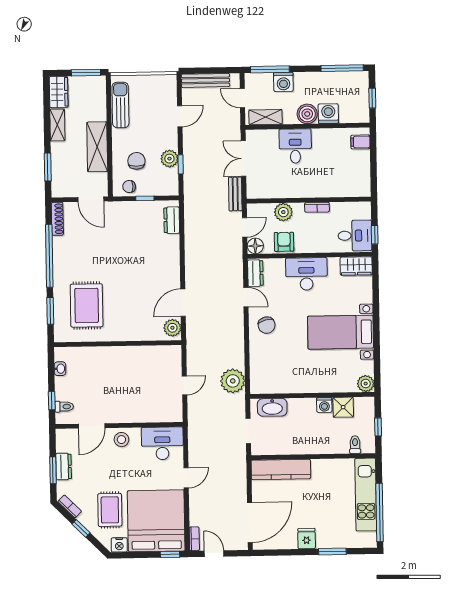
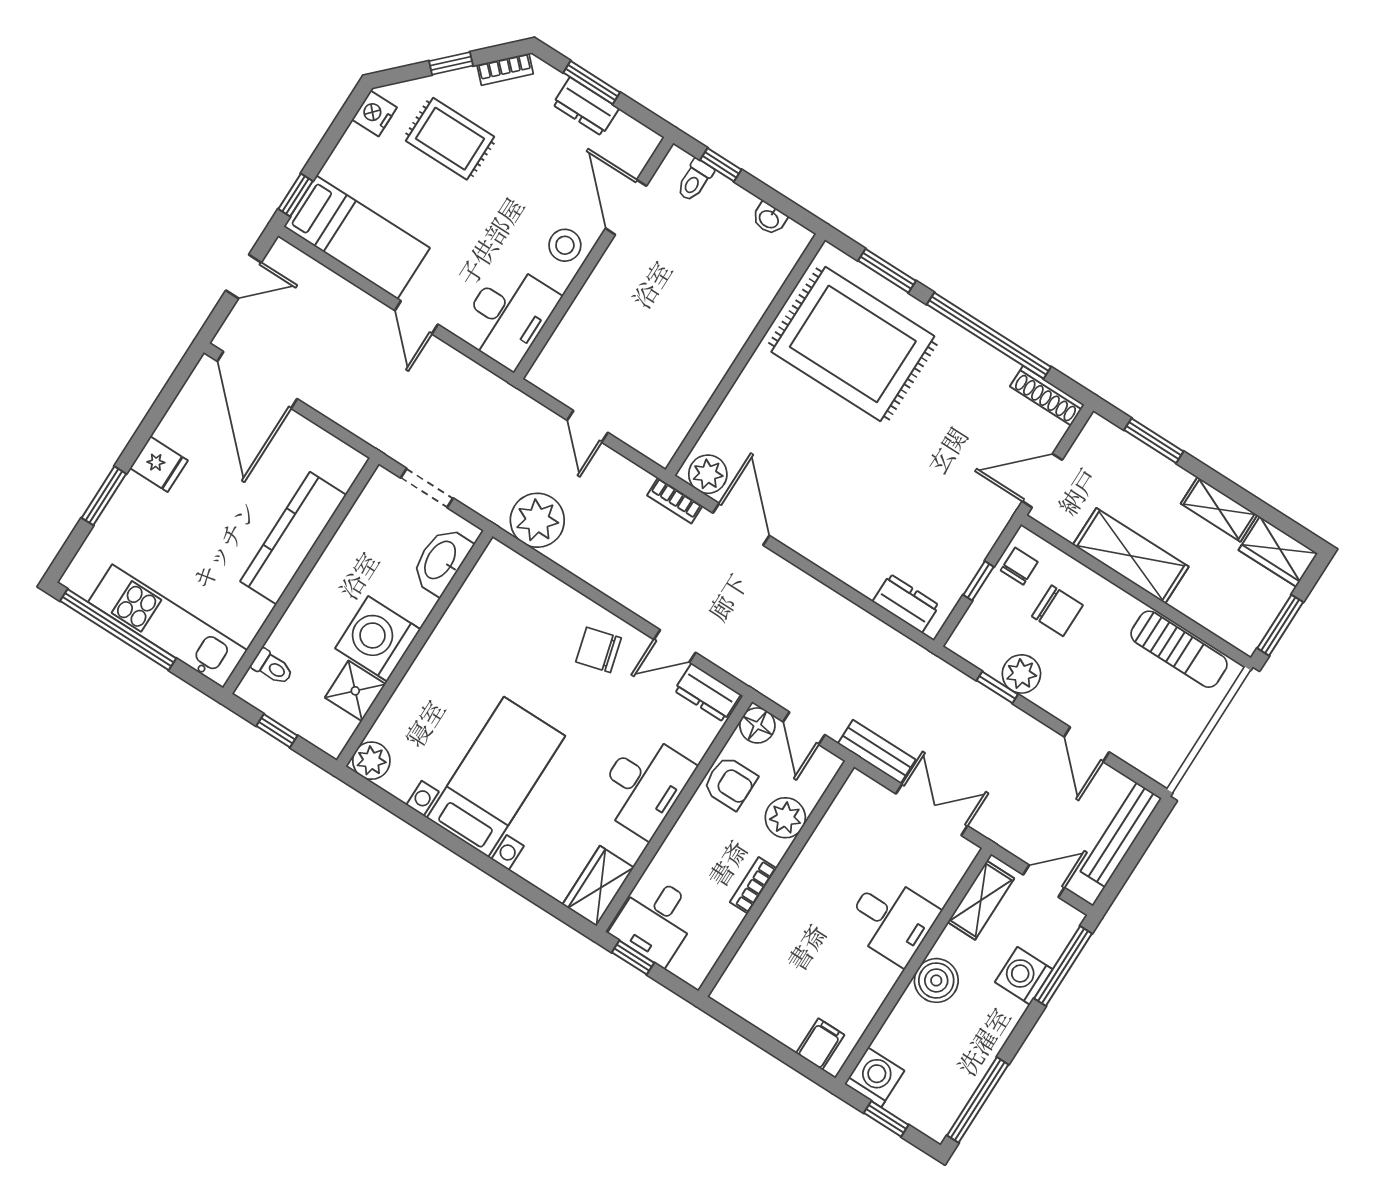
washing machine: (328, 114) -> (874, 1077), moved, turned -90
rug: (87, 305) -> (853, 344), width x1.37, depth x1.44
washing machine: (324, 405) -> (378, 639), width x1.89, depth x1.89
kitchen counter: (281, 469) -> (293, 538), moved
bed: (156, 521) -> (357, 237), width x0.49
bookcase: (194, 539) -> (675, 501), moved

